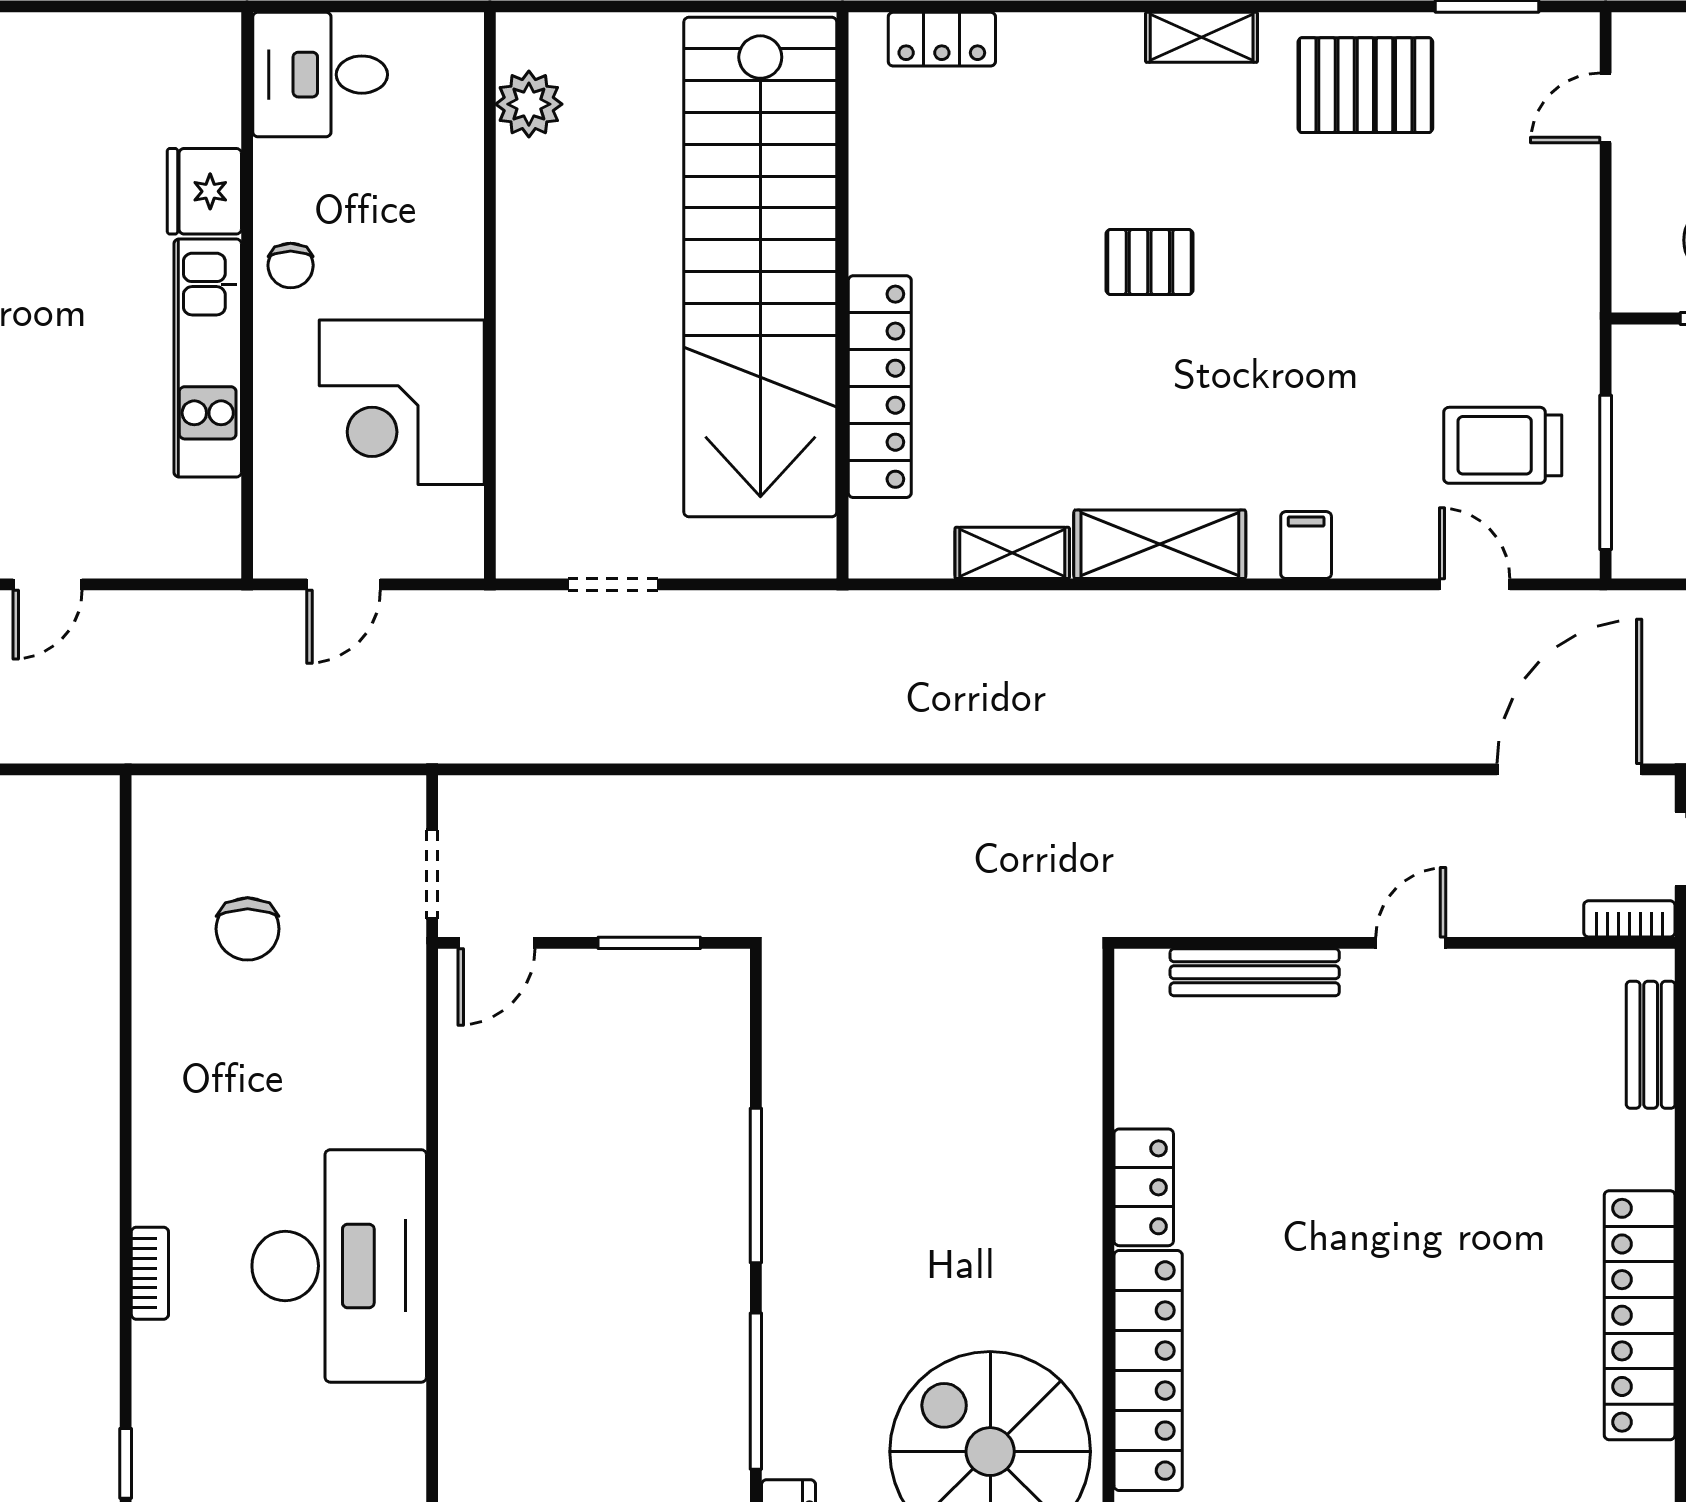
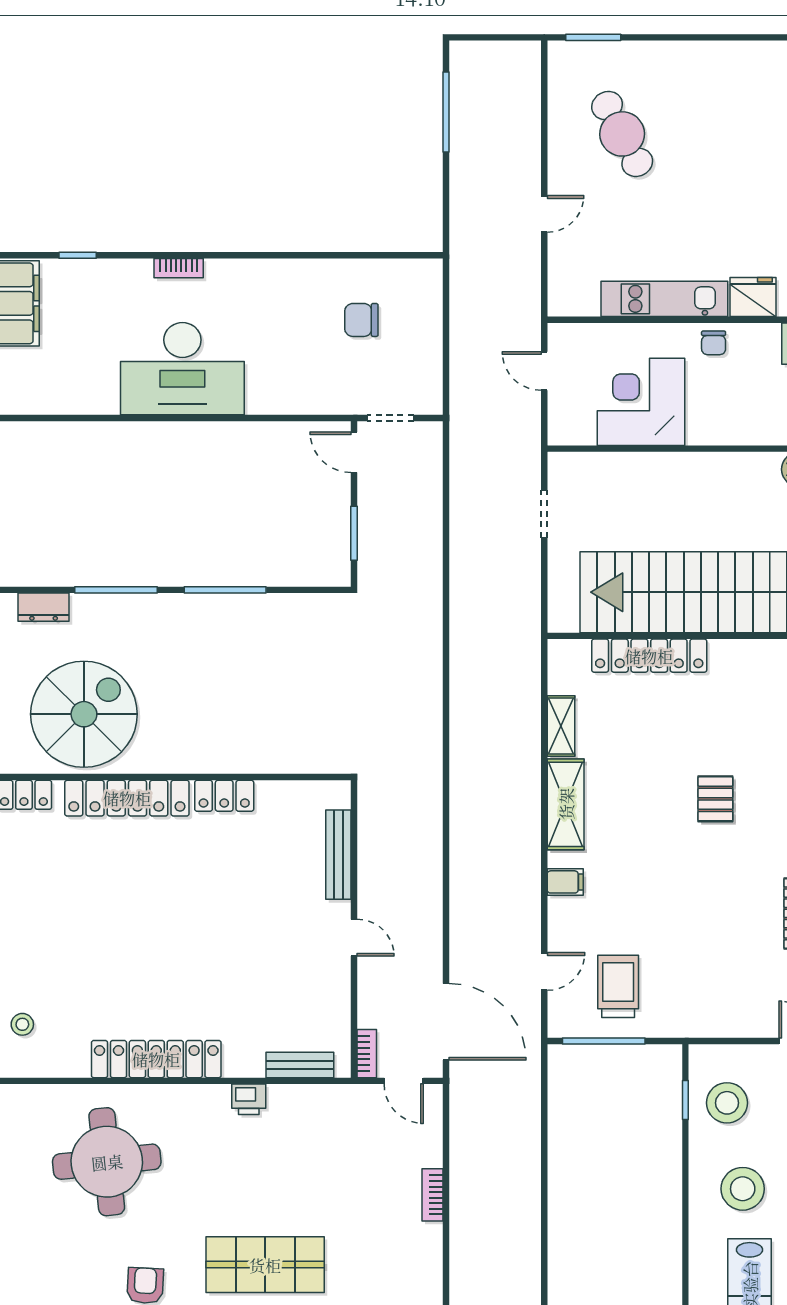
chair: (291, 265) -> (714, 343), turned -90
door: (48, 584) -> (544, 214), swing flipped

